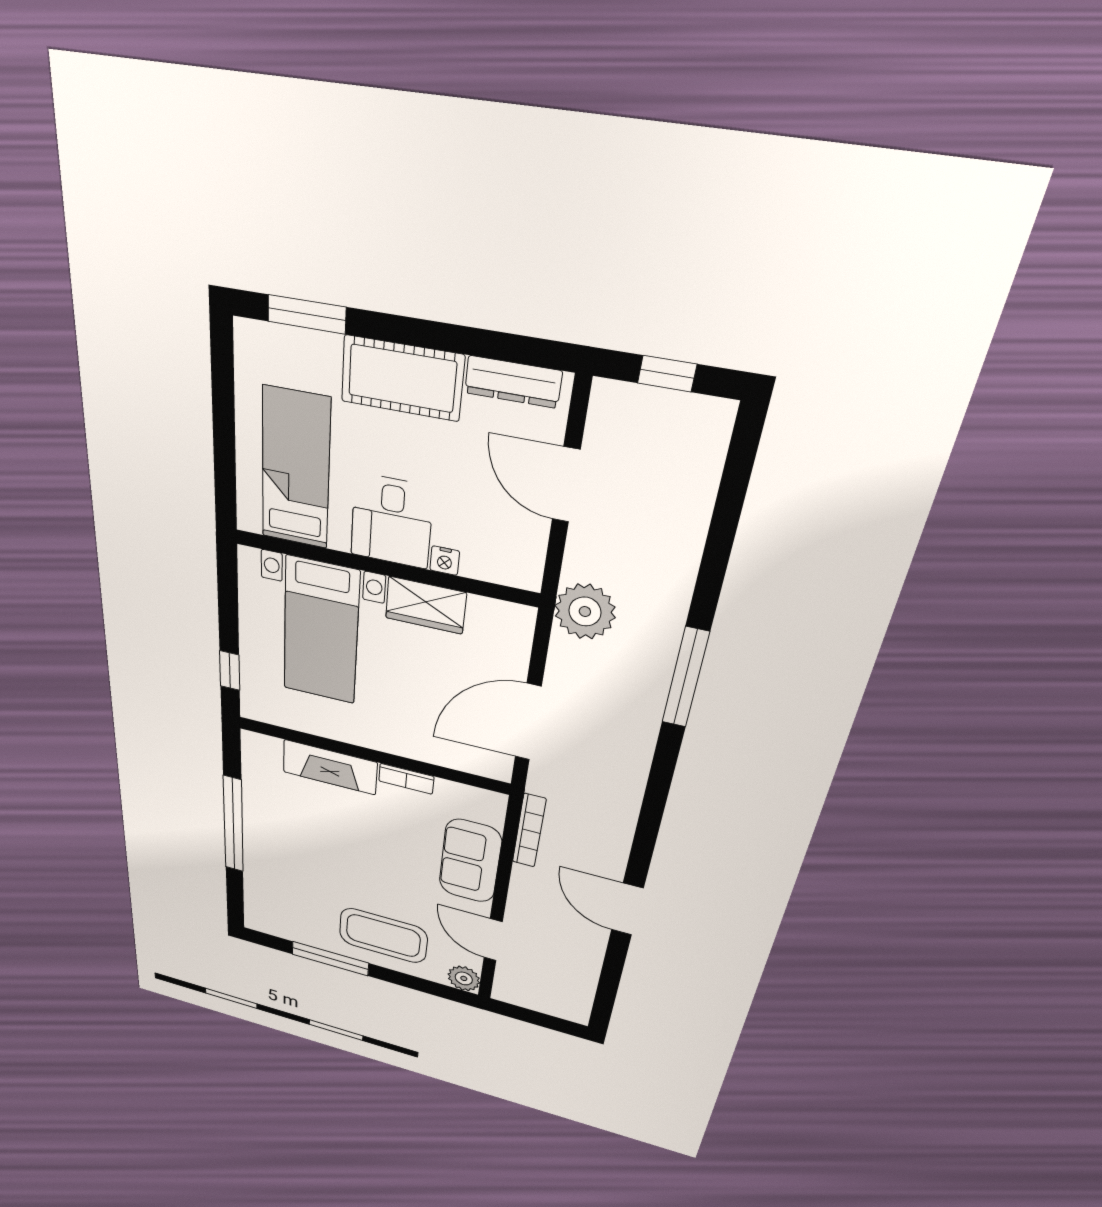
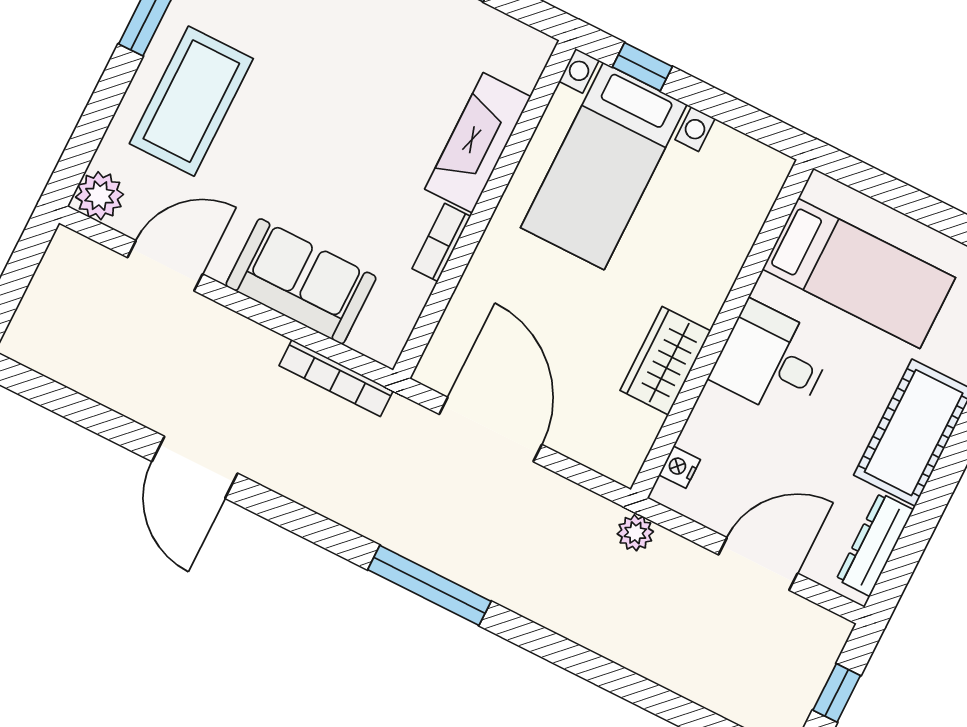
nightstand: (445, 561) -> (680, 467), moved
plant: (585, 612) -> (635, 533), width x0.53, depth x0.53
bed with nightstands: (321, 631) -> (604, 166), moved, turned -90
window: (685, 678) -> (429, 585), moved
door: (627, 909) -> (195, 467), swing flipped

